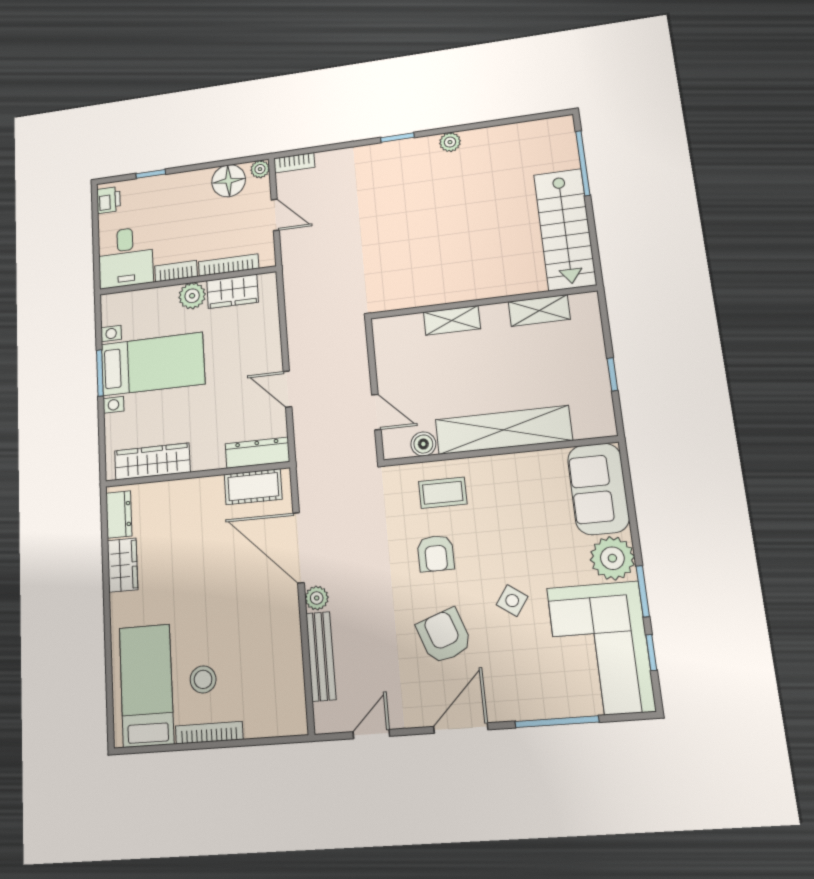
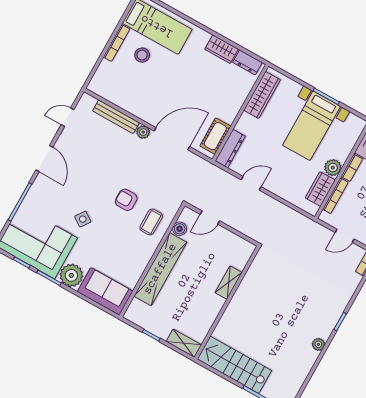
shelving: (539, 310) -> (184, 343), moved, turned 90
armchair: (444, 636) -> (88, 178), removed
door: (371, 734) -> (68, 117), swing flipped

